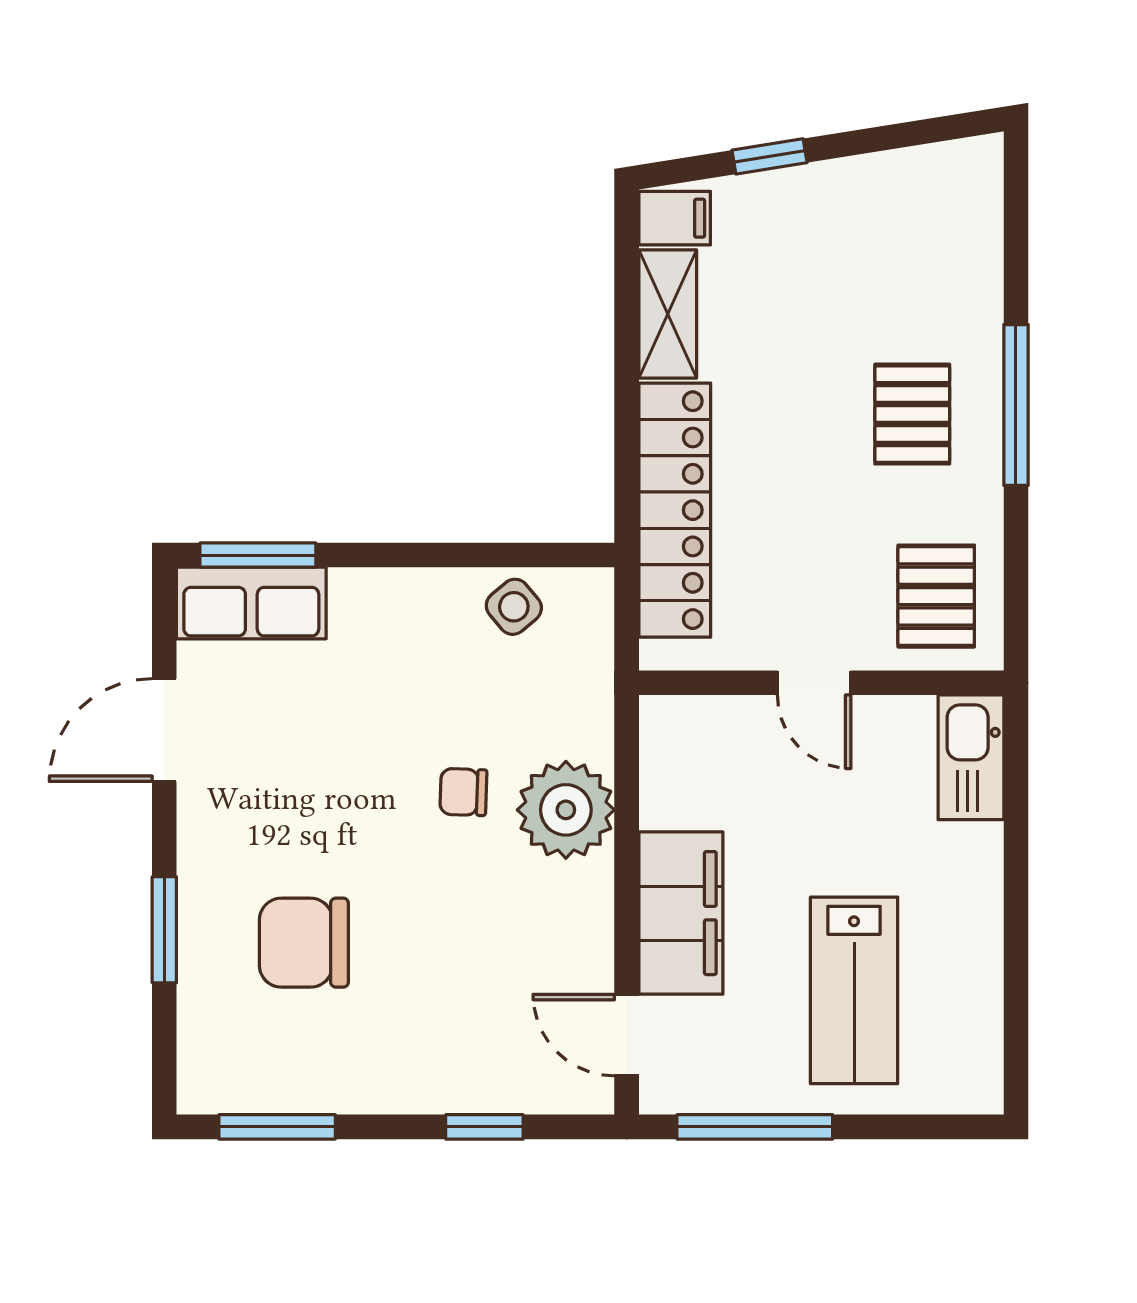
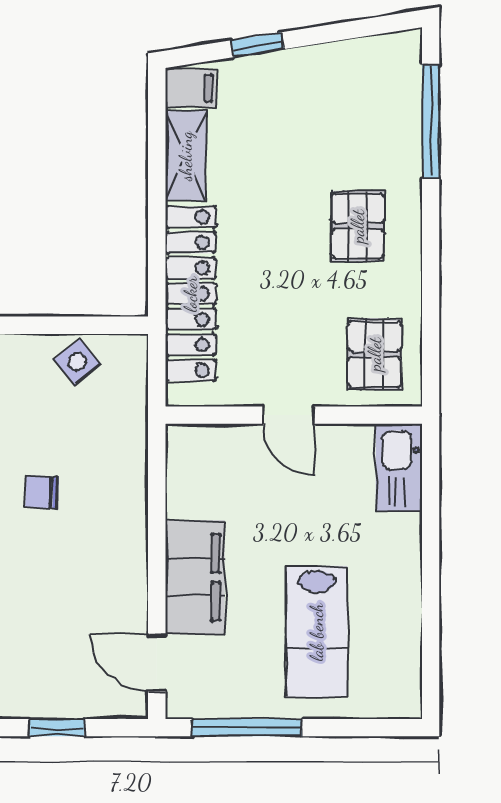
window: (1016, 405) -> (431, 122), moved
plant: (566, 810) -> (114, 505), removed

